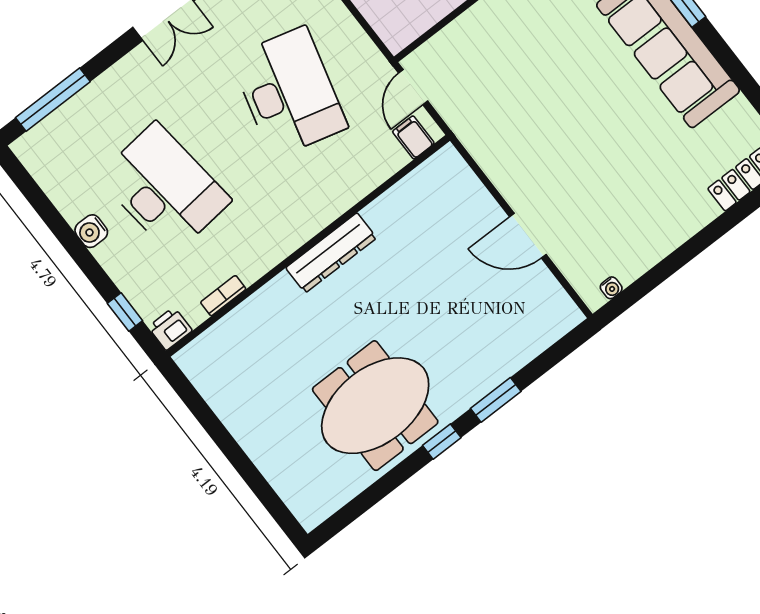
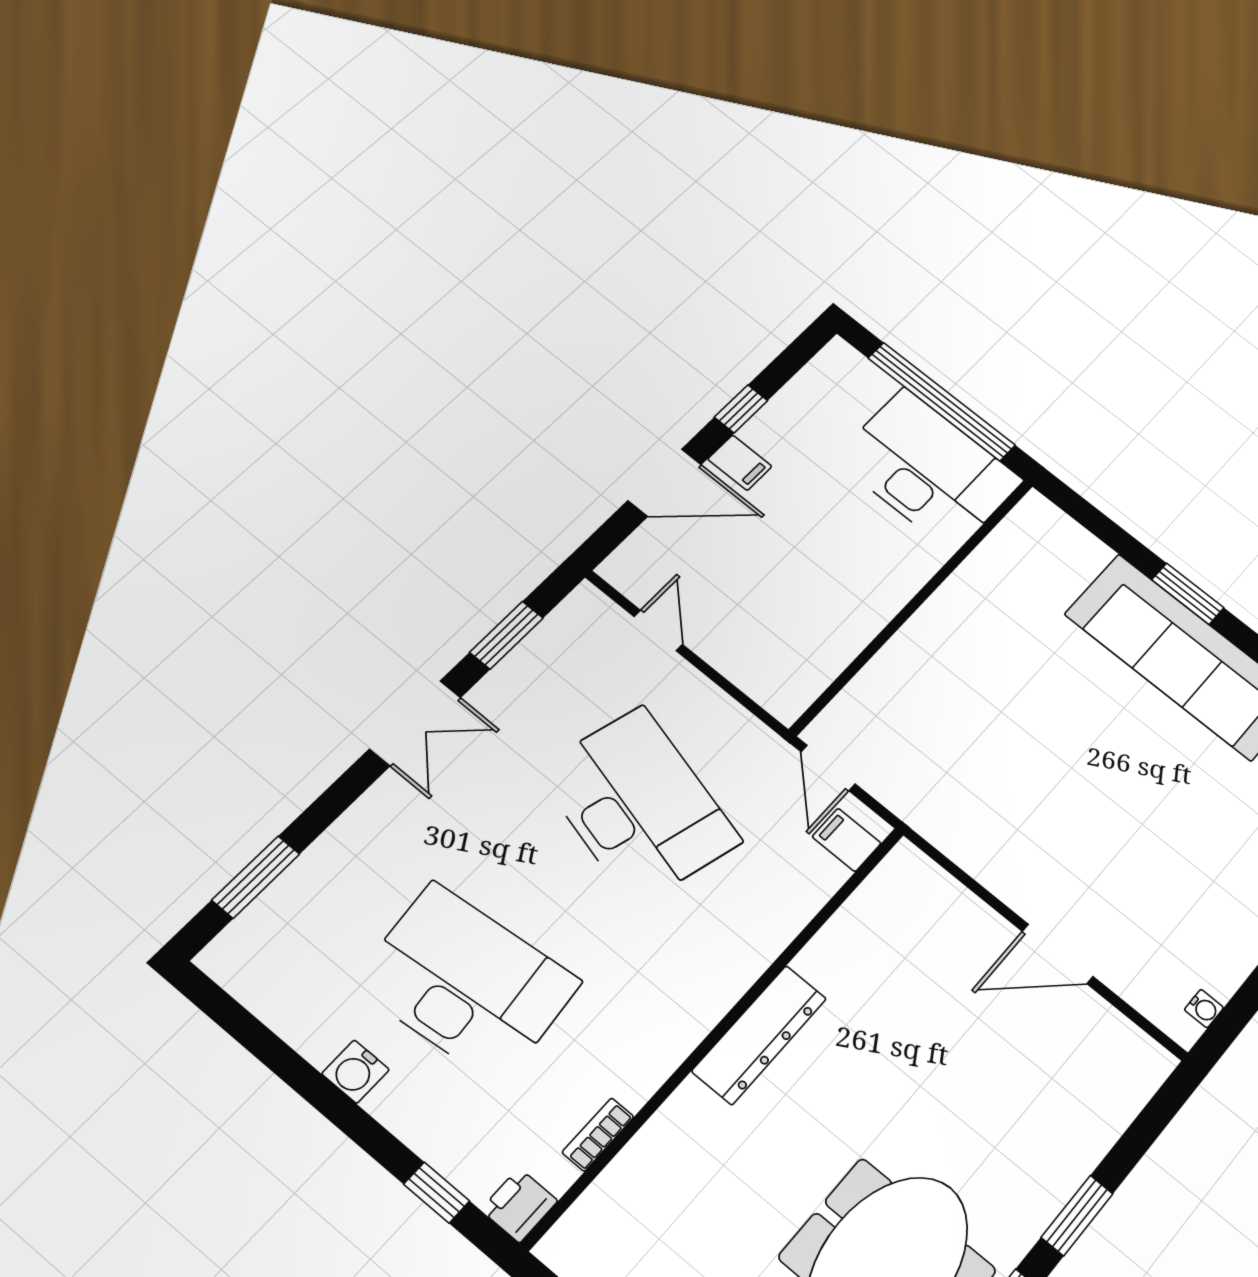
window: (53, 100) -> (256, 877), width x0.69

